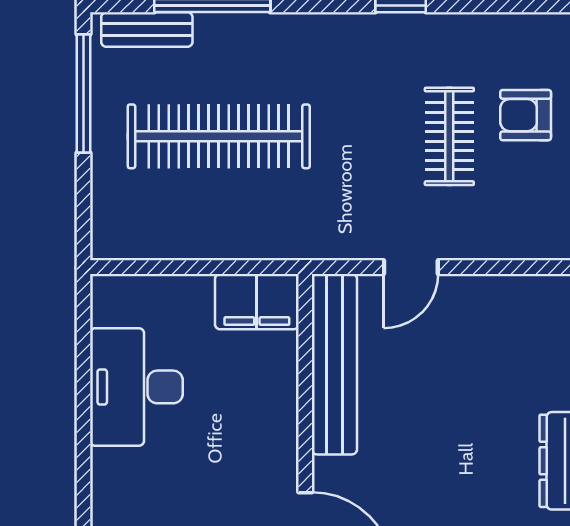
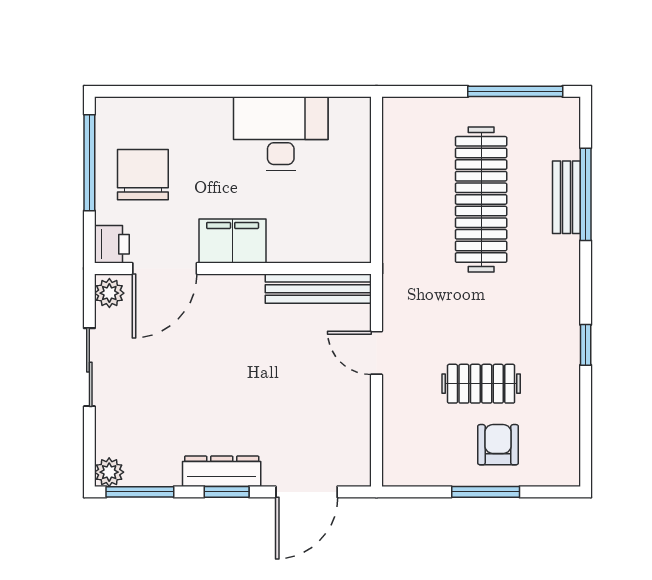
bench: (147, 30) -> (566, 197), moved
filing cabinet: (257, 302) -> (233, 241), moved, turned 90
bench: (334, 364) -> (318, 289), width x0.73, depth x0.82

